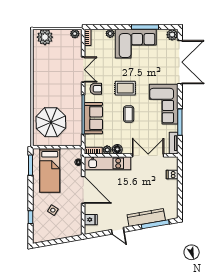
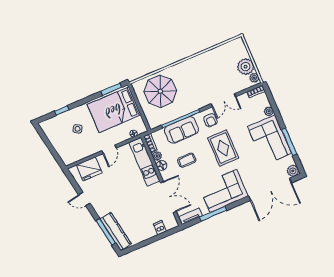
plant: (45, 37) -> (246, 67), moved
rug: (125, 88) -> (223, 148), width x1.36, depth x1.43
coffee table: (129, 114) -> (187, 160), moved
bed: (50, 170) -> (114, 110), width x1.50
door: (83, 190) -> (109, 149), width x0.53
kitchen counter: (146, 217) -> (116, 231), moved
fridge: (91, 220) -> (89, 169), width x1.88, depth x1.34
door: (118, 231) -> (84, 199), hinge flipped

